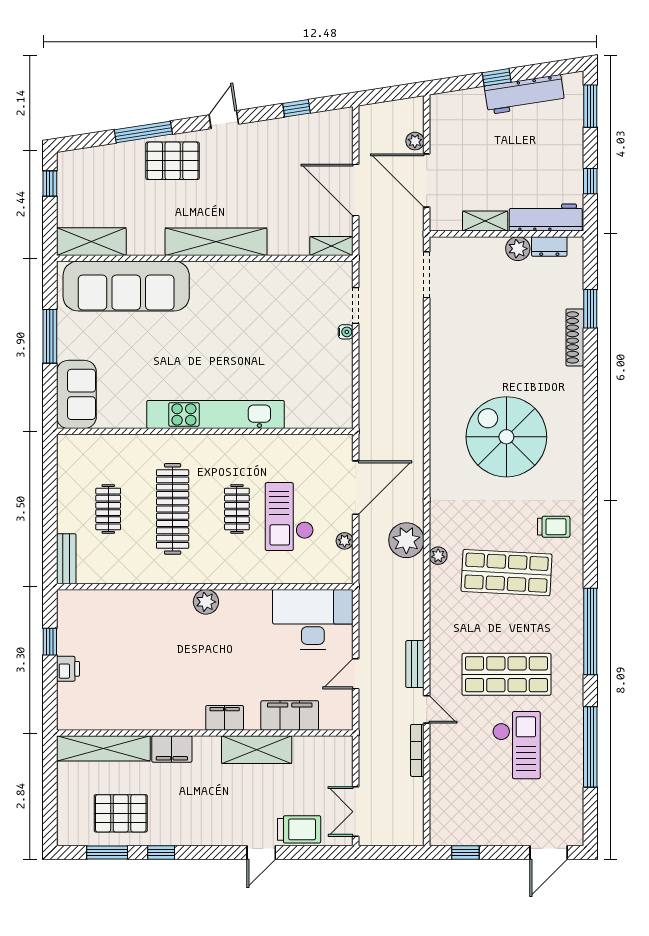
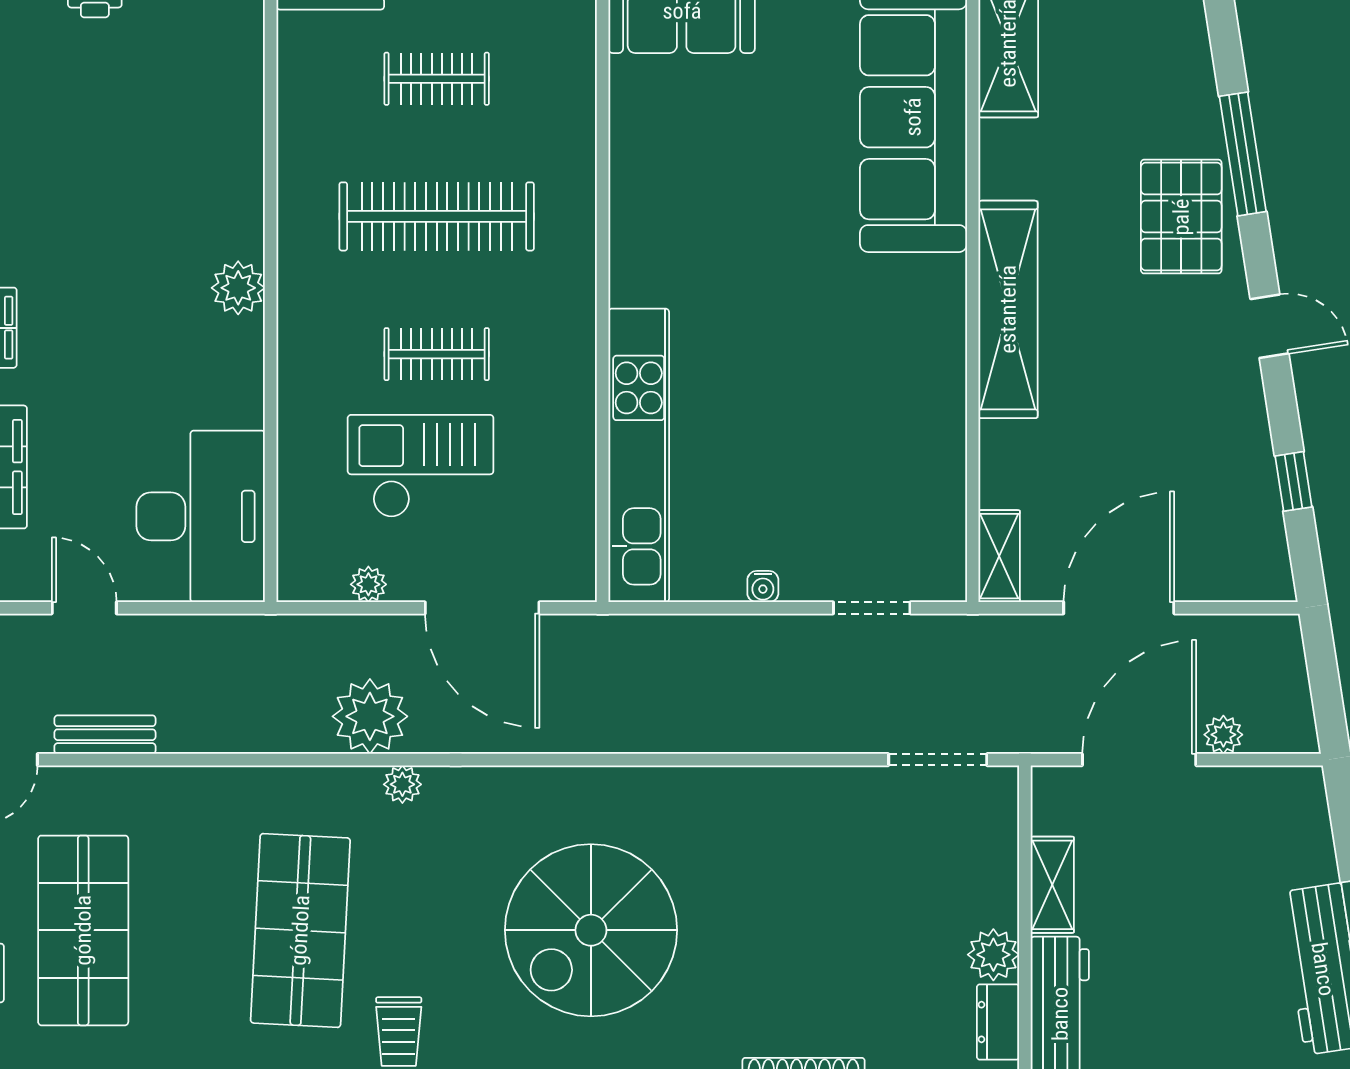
water cooler: (346, 332) -> (763, 587), moved
kitchen unit: (215, 414) -> (639, 455), moved
spiral stairs: (506, 437) -> (591, 930), turned 180
plant: (438, 556) -> (402, 784), moved

